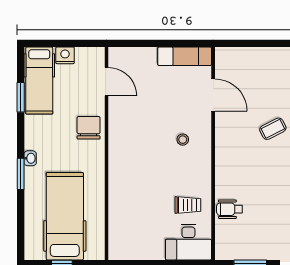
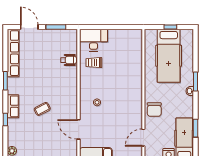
door: (107, 82) -> (143, 138), hinge flipped

